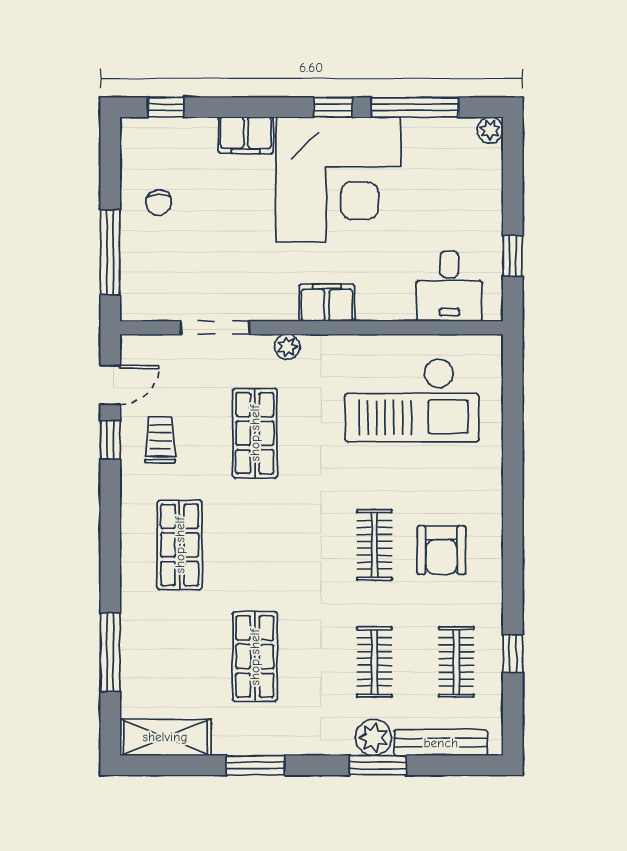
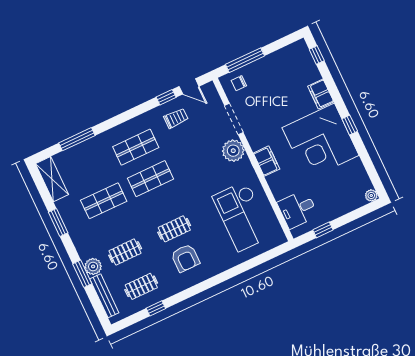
window: (415, 107) -> (366, 159), removed
chair: (159, 202) -> (239, 83), moved
plant: (287, 347) -> (233, 151), width x1.88, depth x1.88
shop shelf: (255, 433) -> (151, 179), moved
armchair: (441, 550) -> (185, 258), turned -90

